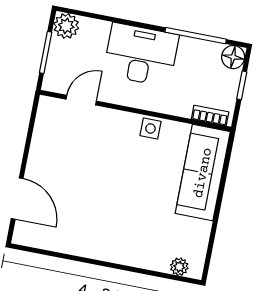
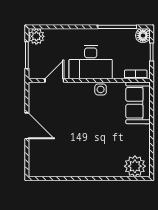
desk: (141, 55) -> (91, 62), moved, turned 180
sofa: (203, 173) -> (138, 103), width x0.73
door: (17, 199) -> (27, 126), moved
plant: (179, 267) -> (135, 166), width x1.88, depth x1.88

